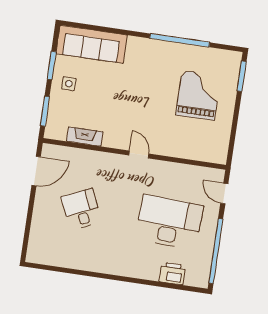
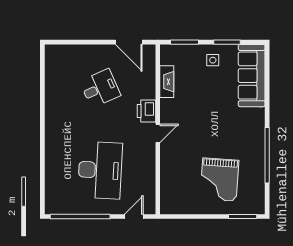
grand piano: (198, 95) -> (219, 180), turned 94
printer: (172, 274) -> (146, 111), moved, turned 180

